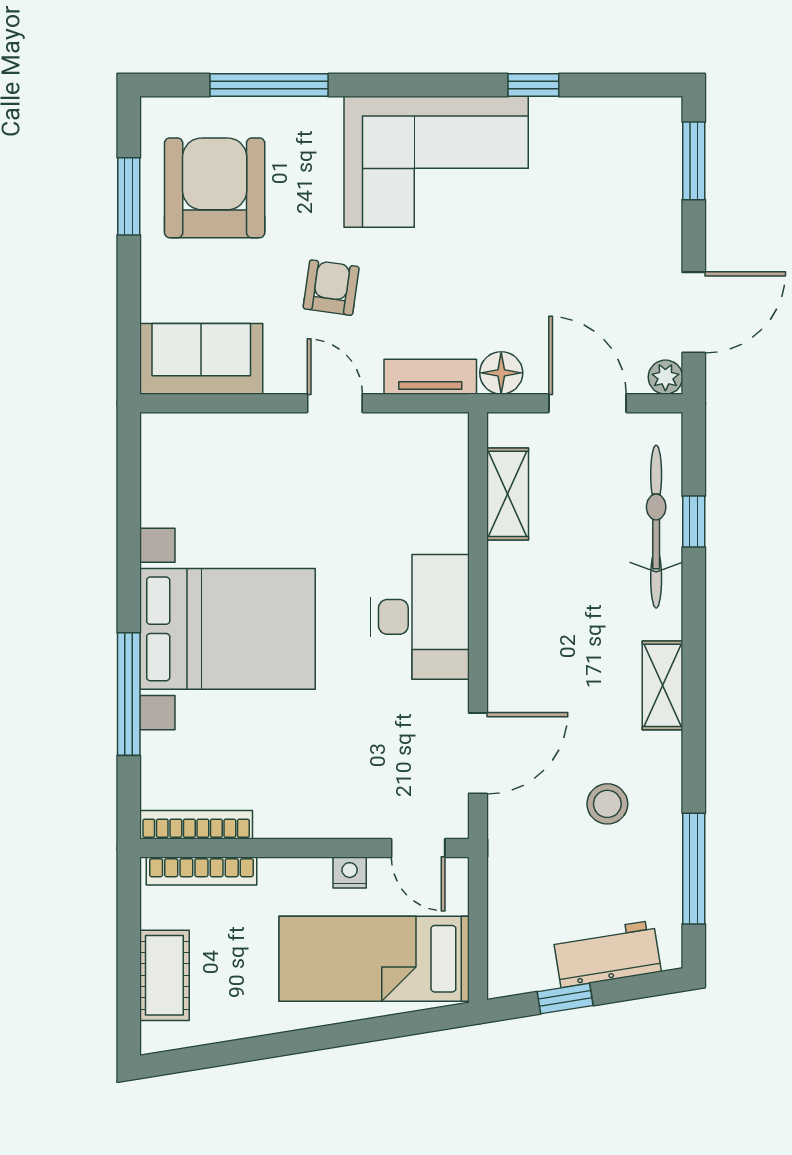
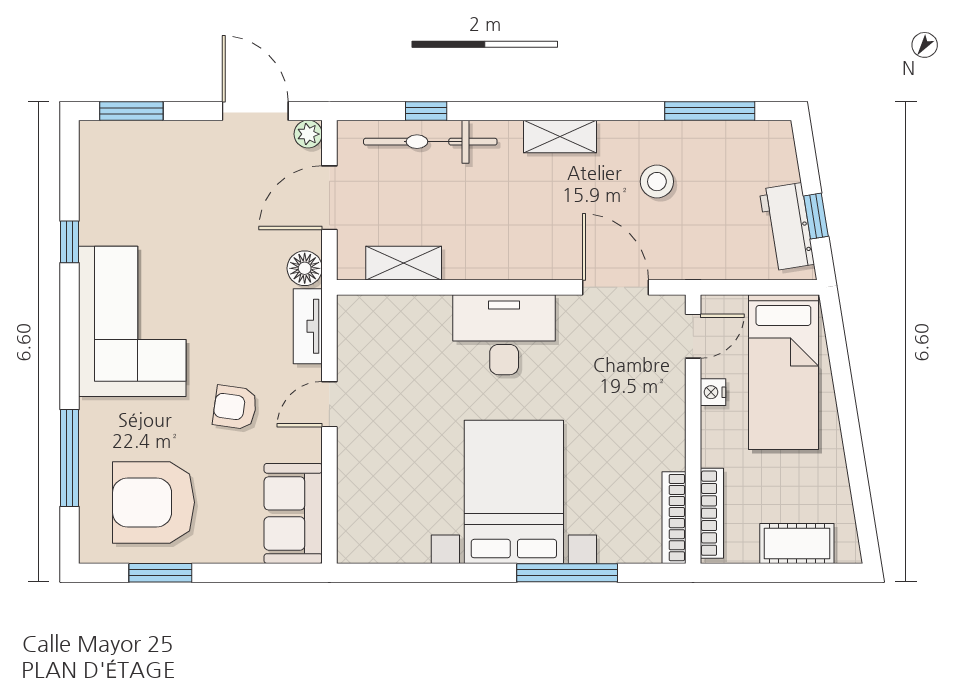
workbench: (607, 954) -> (787, 227), moved

